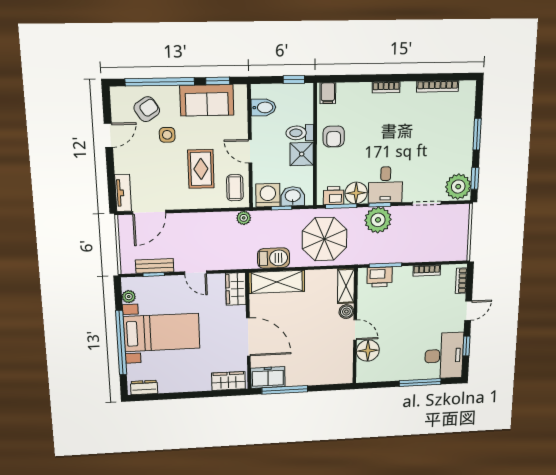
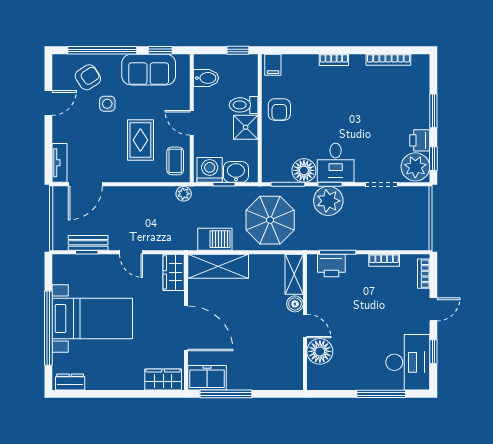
printer: (334, 196) -> (420, 140), moved, turned -90
plant: (129, 297) -> (59, 276), removed

